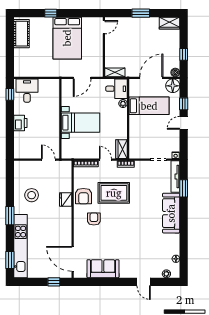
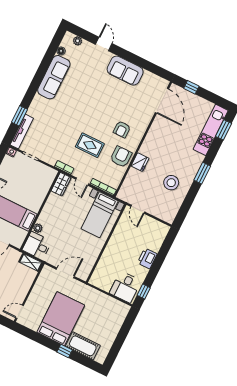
cot: (22, 34) -> (83, 346), moved, turned 90
bed with nightstands: (81, 123) -> (100, 215), moved, turned -90
rug: (114, 193) -> (90, 145), width x0.73, depth x0.70
sofa: (171, 213) -> (54, 77), moved
kitchen unit: (21, 246) -> (211, 130), width x0.73
sofa: (103, 269) -> (125, 71), moved

